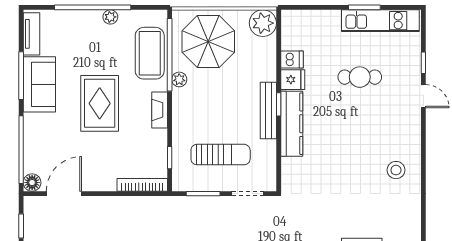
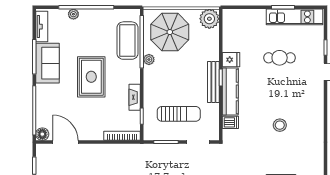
plant: (110, 17) -> (73, 14), moved
dishwasher: (292, 60) -> (230, 122), moved
fireplace: (160, 110) -> (135, 97), moved
stool: (396, 170) -> (280, 125), moved
door: (64, 194) -> (65, 142), hinge flipped

